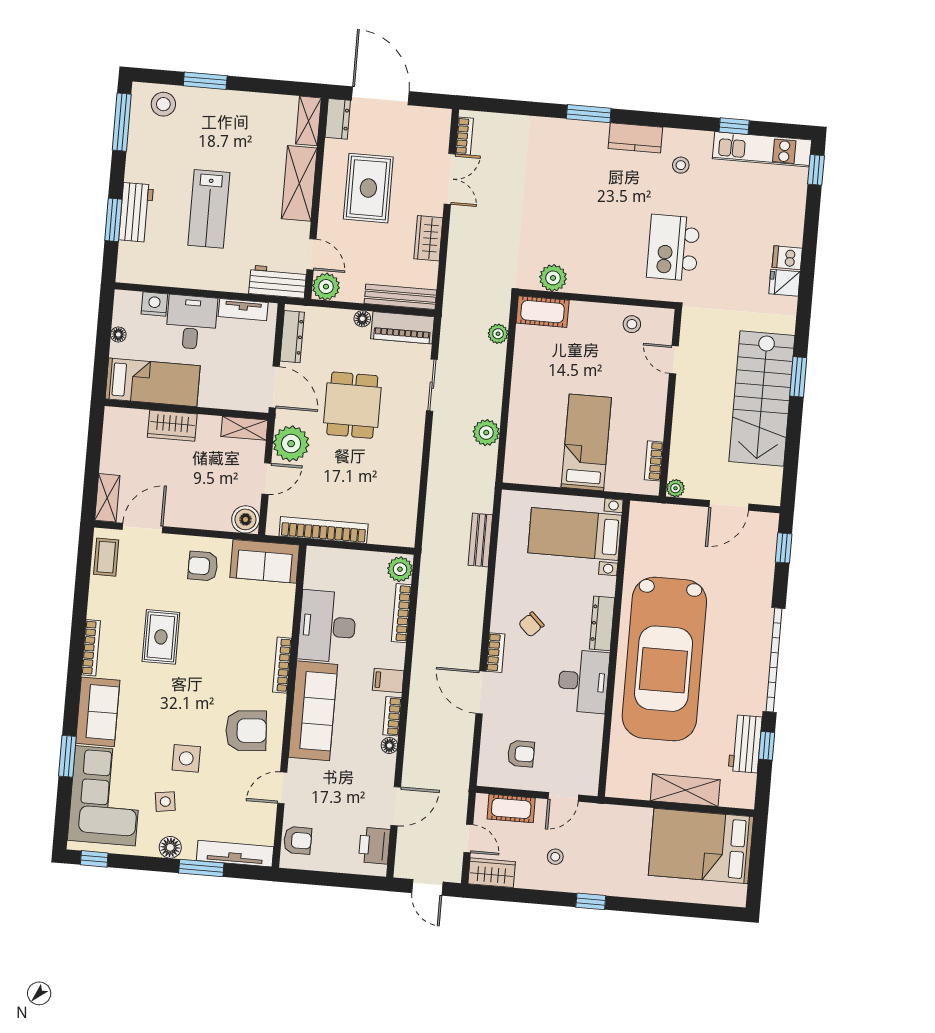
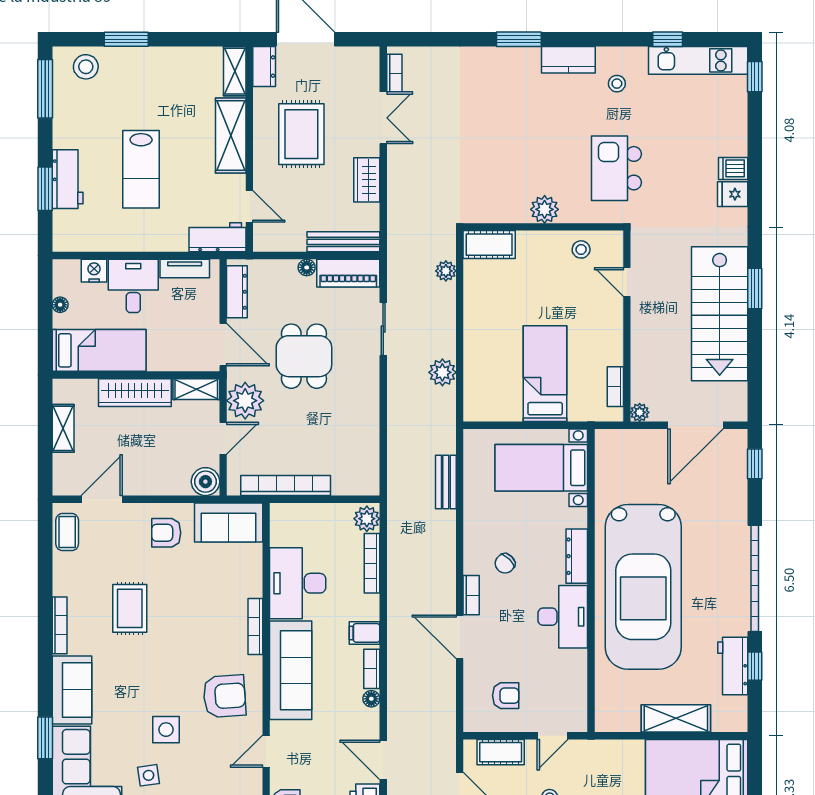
plant: (553, 278) -> (545, 209), moved
plant: (326, 287) -> (267, 238), removed
wardrobe: (172, 426) -> (135, 393), width x1.50
shelving: (107, 498) -> (63, 428), moved
door: (729, 505) -> (695, 425), width x1.36
door: (396, 806) -> (383, 760), swing flipped

